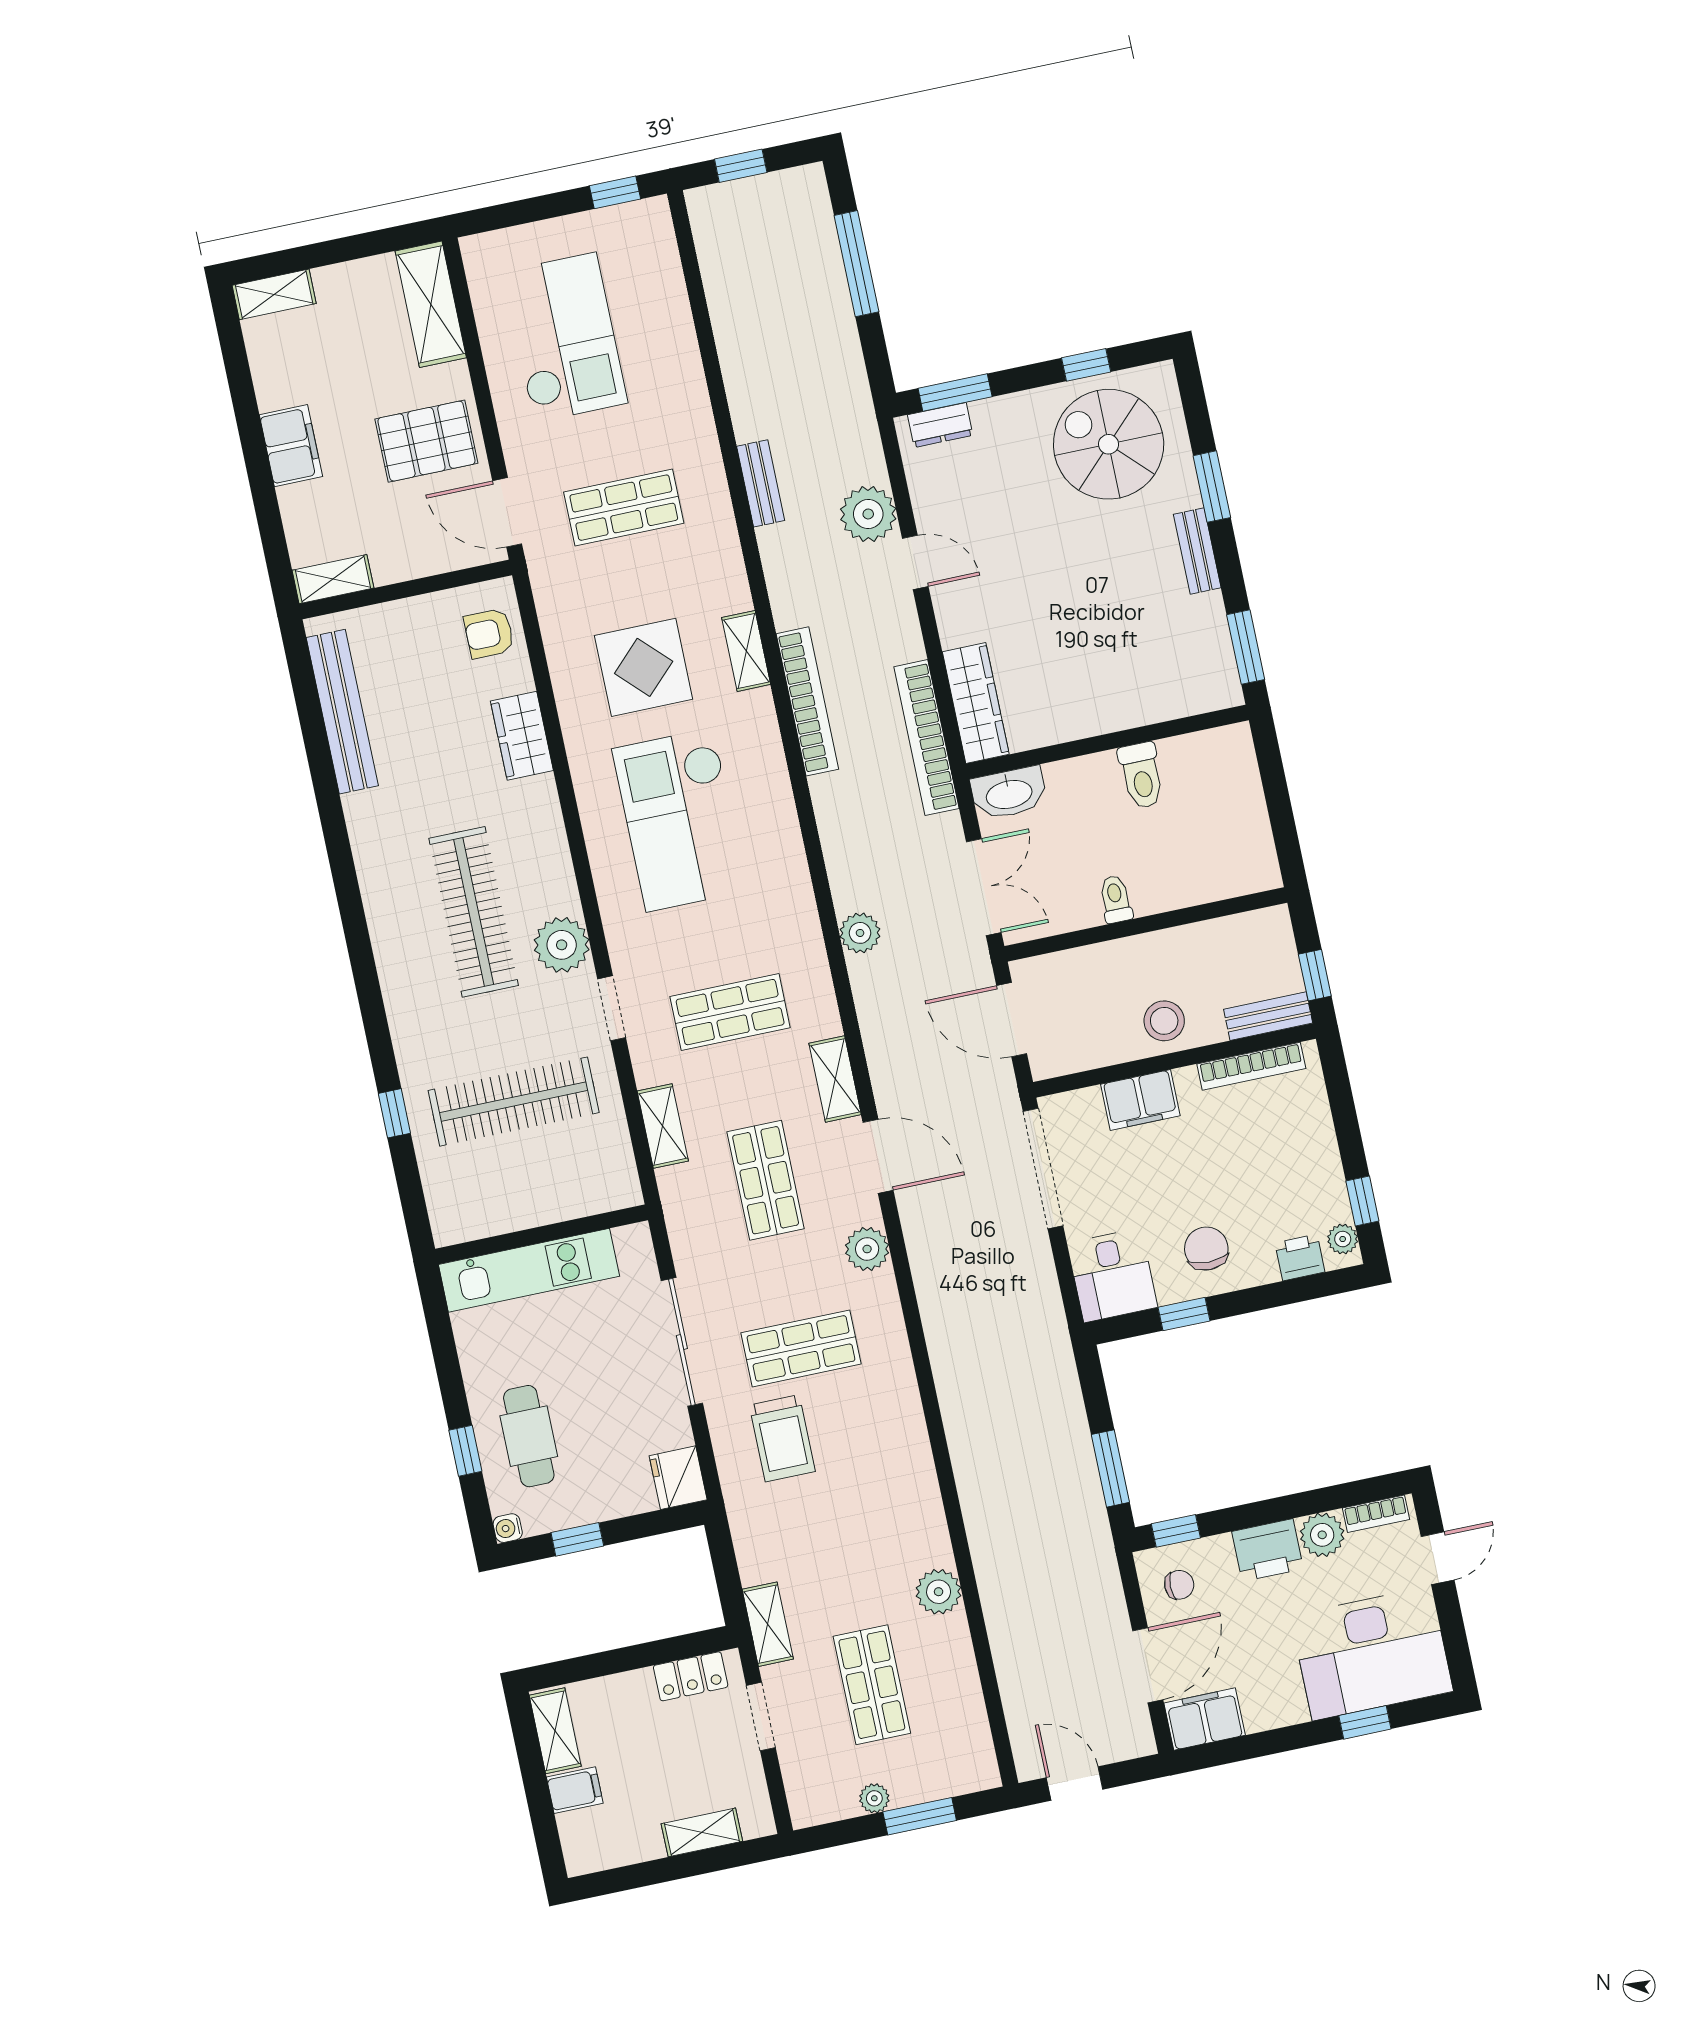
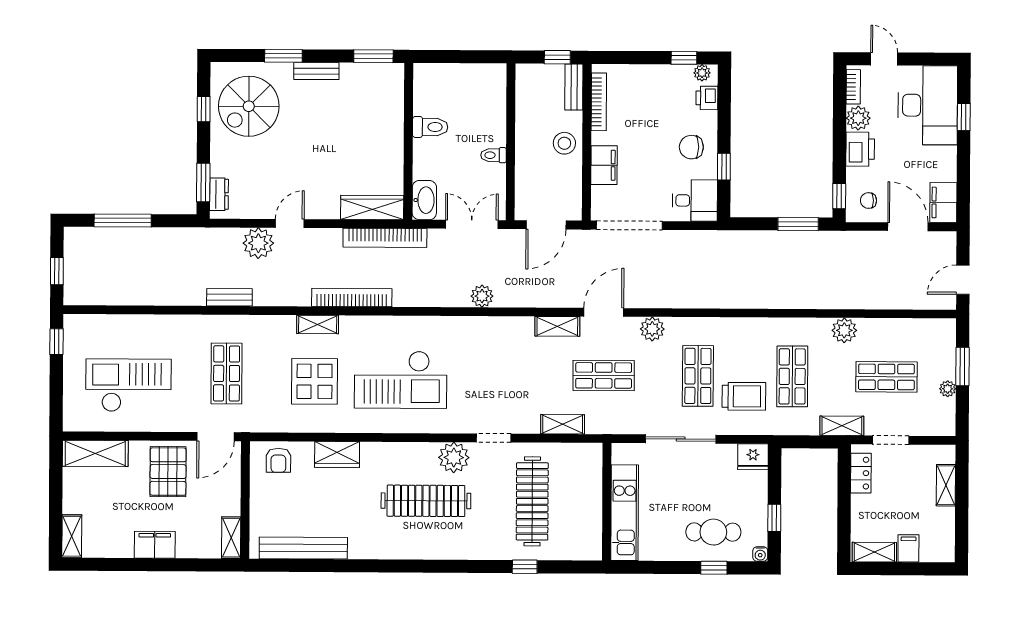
shop shelf: (730, 1012) -> (792, 376), moved
chair: (1179, 1585) -> (868, 201), turned -90

